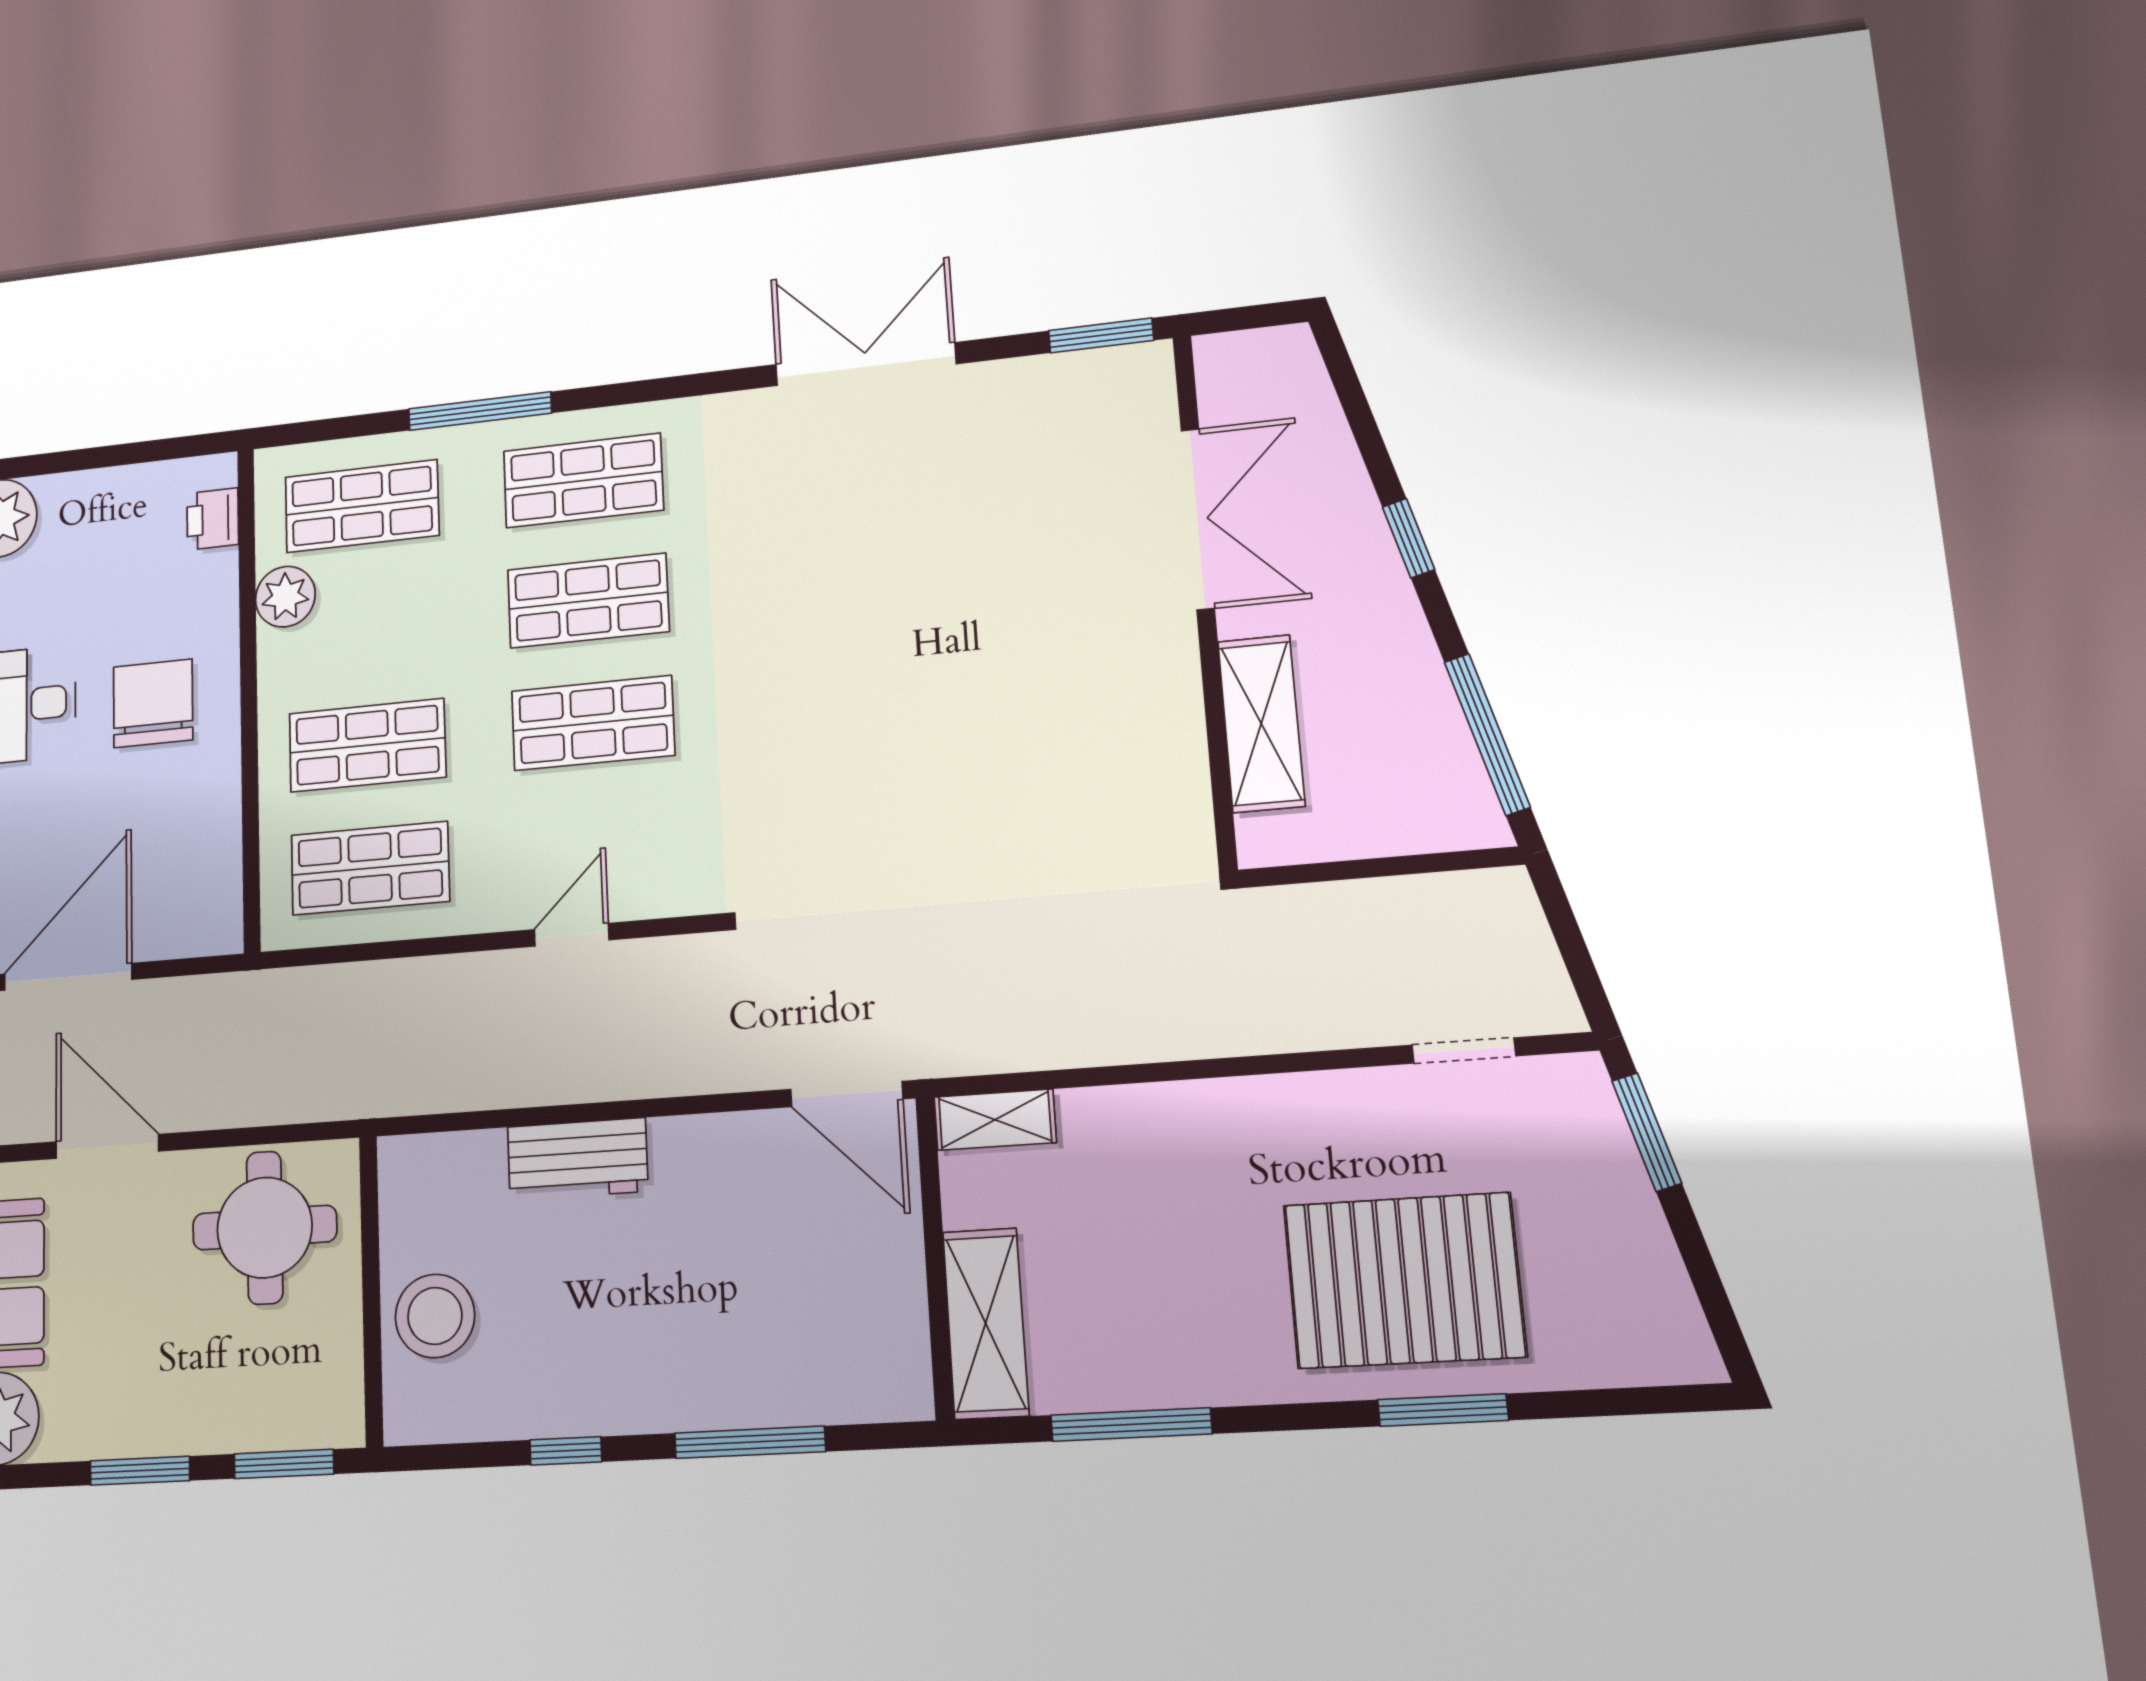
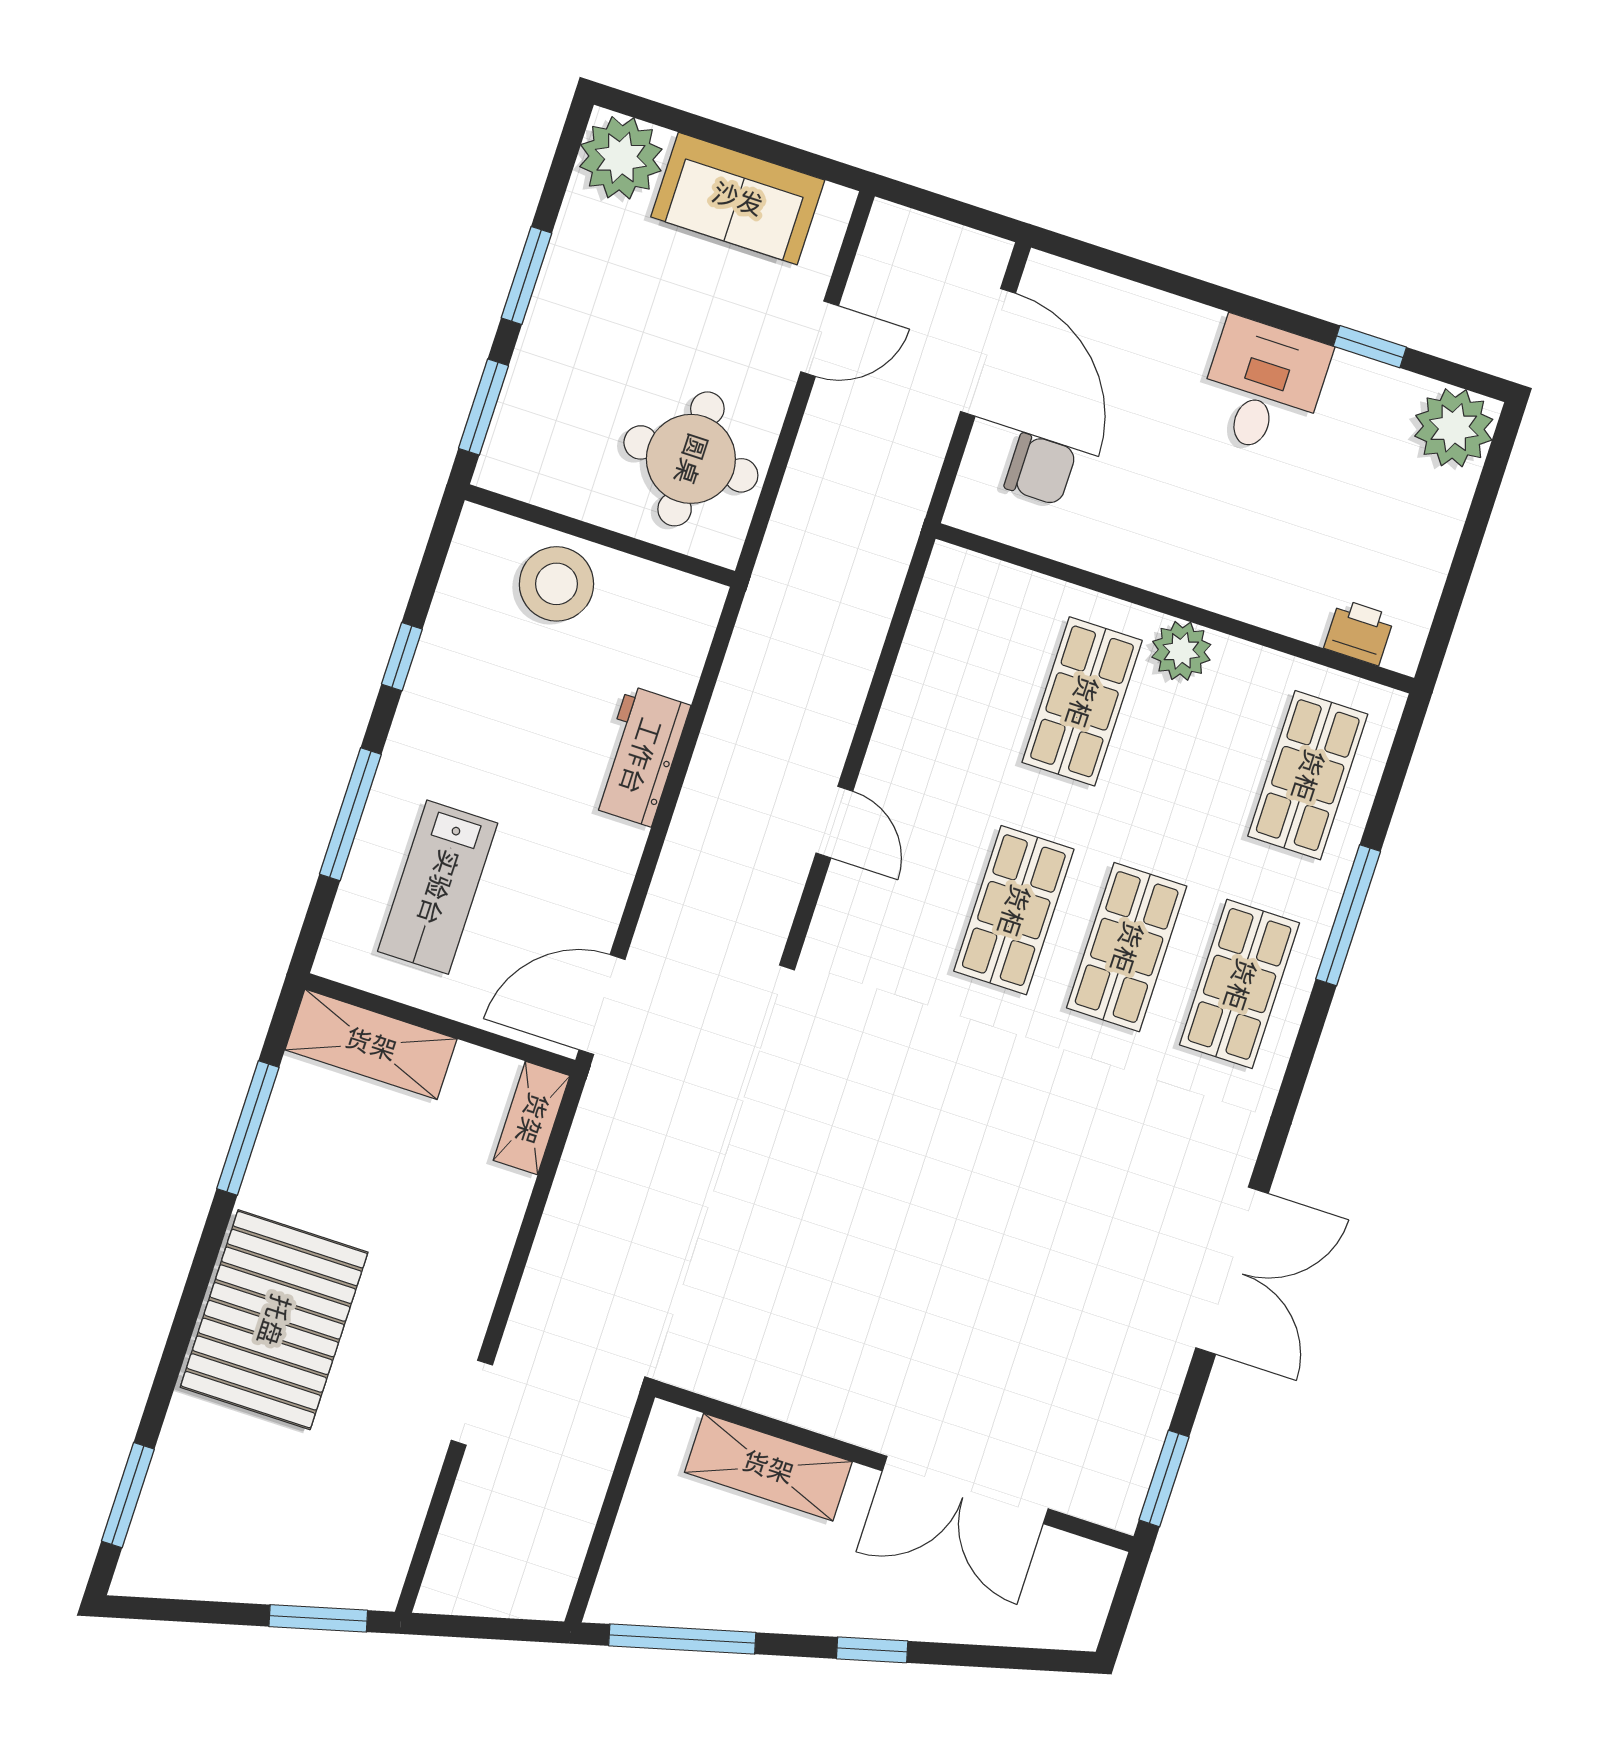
plant: (285, 597) -> (1181, 651), moved
chair: (153, 703) -> (1040, 469), moved, width x0.73, depth x0.73
shop shelf: (370, 868) -> (969, 664), removed
doorway: (1464, 1050) -> (472, 1403), moved
door: (107, 1146) -> (820, 339), width x0.73
pallet: (1404, 1281) -> (274, 1320), moved
lab bench: (791, 1317) -> (438, 887), added
window: (1443, 1410) -> (128, 1495), moved

